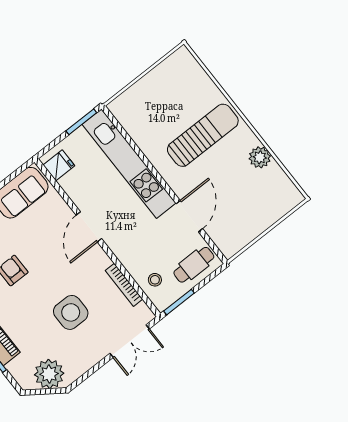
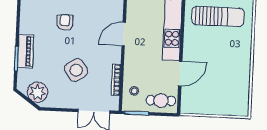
sun lounger: (203, 135) -> (218, 16), moved
plant: (260, 157) -> (243, 75), removed
side table: (71, 312) -> (76, 70), turned -34

